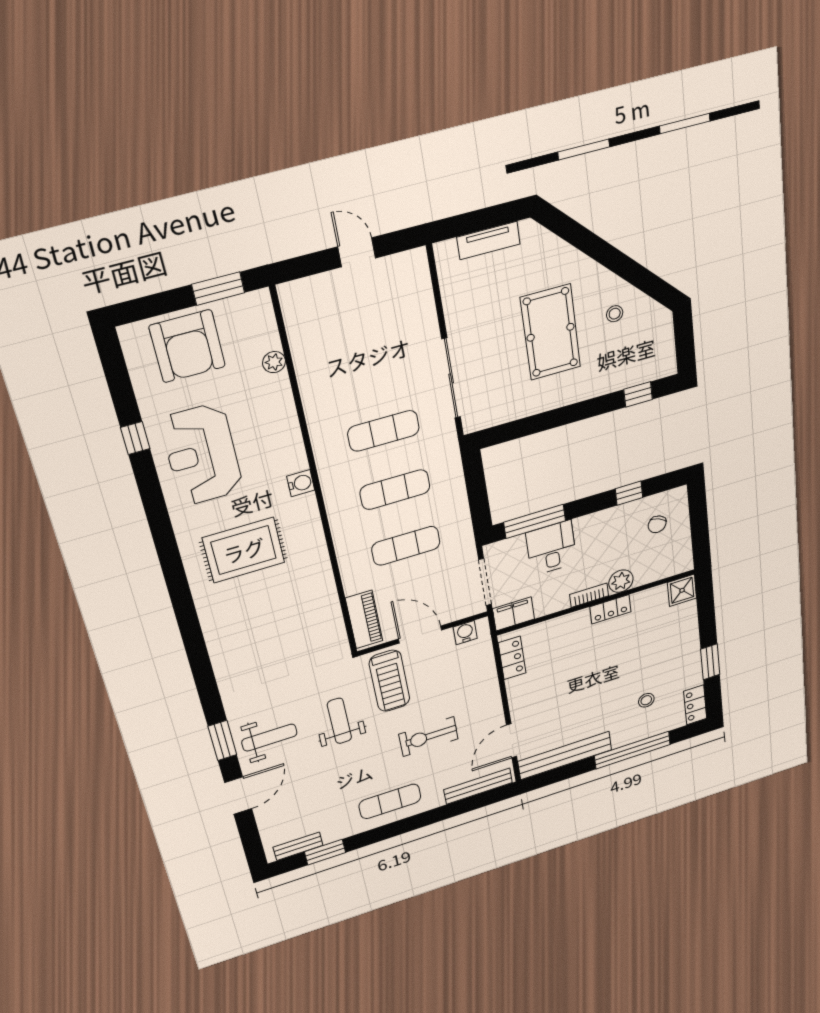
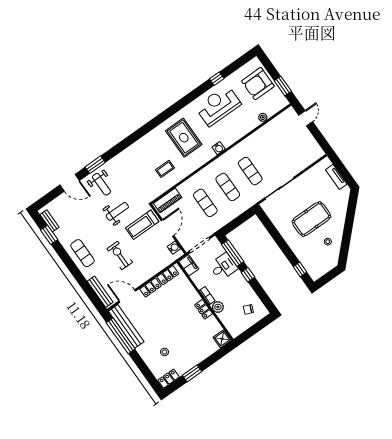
door: (357, 252) -> (306, 118), moved
window: (629, 493) -> (248, 275), moved
coffee table: (295, 607) -> (165, 169), added
locker: (518, 696) -> (150, 288), added
window: (632, 750) -> (121, 336), moved

